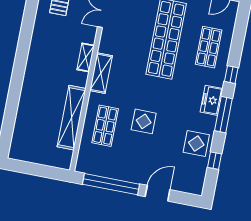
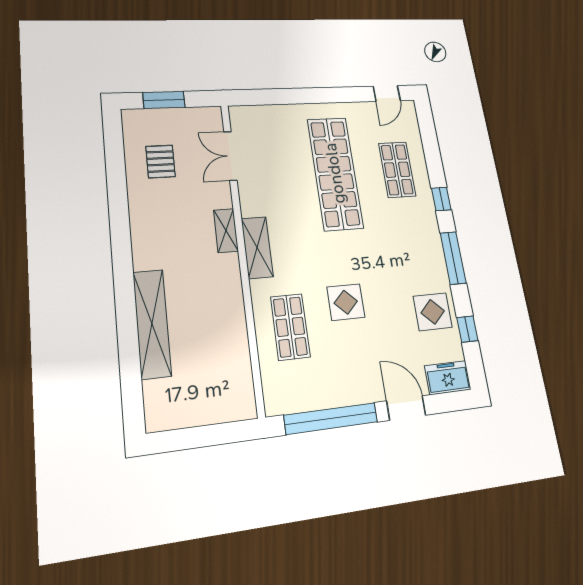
freezer: (211, 100) -> (448, 378), moved, turned 90
shelving: (72, 118) -> (152, 324), moved
door: (158, 193) -> (406, 408), hinge flipped

